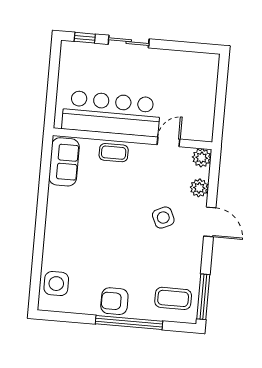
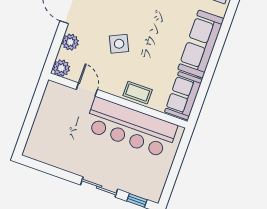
door: (169, 142) -> (87, 90), swing flipped
side table: (163, 218) -> (119, 44), moved
sofa: (60, 222) -> (201, 44), added

